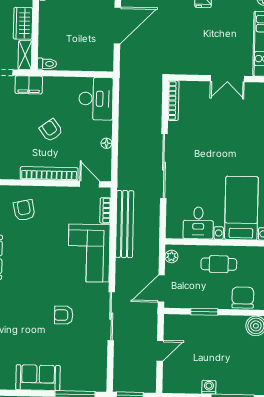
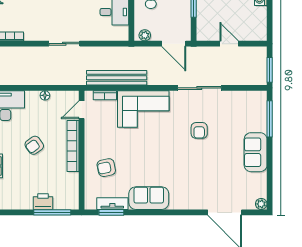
sliding door: (164, 166) -> (64, 44), width x0.54

